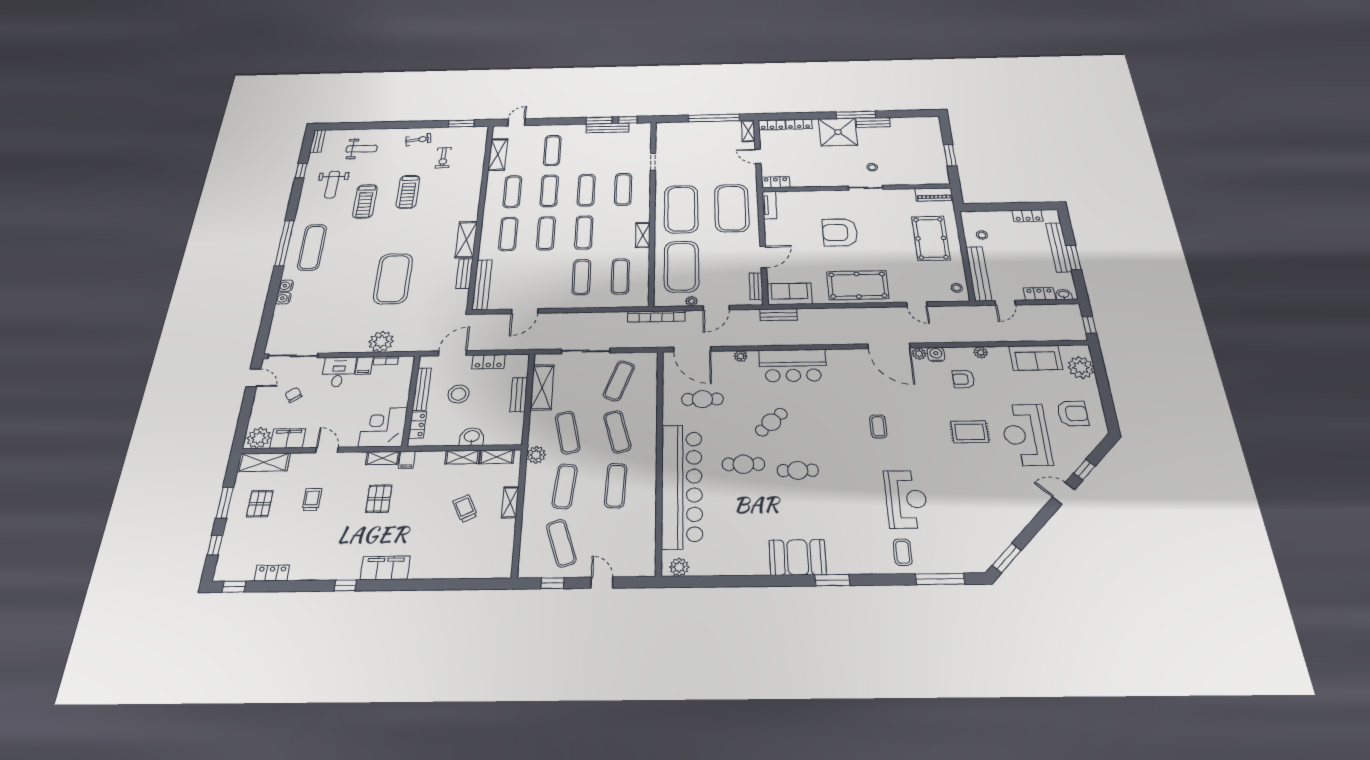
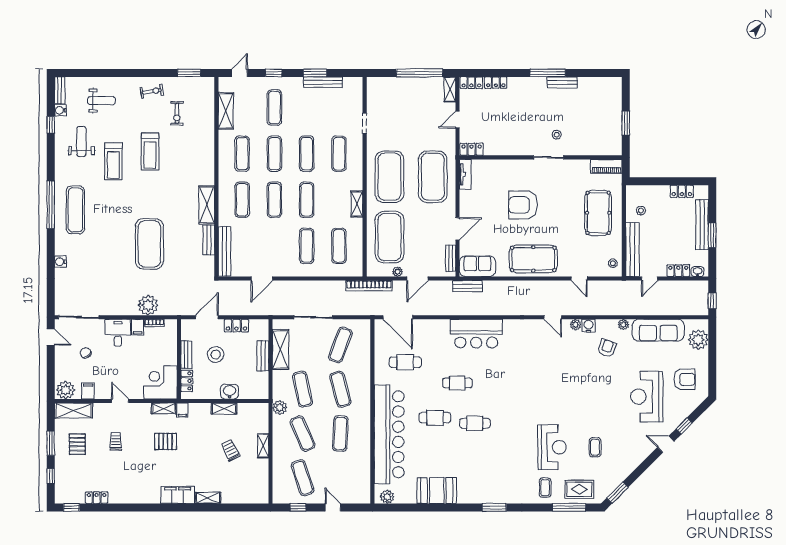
window: (628, 120) -> (274, 73), moved
shower: (838, 132) -> (530, 93), removed
door: (758, 156) -> (458, 120), hinge flipped
weight bench: (332, 185) -> (81, 141), turned 180
water cooler: (286, 286) -> (60, 110), moved
door: (889, 346) -> (553, 317), width x0.53
plant: (741, 356) -> (436, 324), removed
sofa: (1036, 358) -> (658, 330), width x1.36
armchair: (963, 379) -> (607, 348), turned 110
bench: (422, 389) -> (186, 355), width x0.73
cafe table: (771, 422) -> (457, 383), turned 43
coffee table: (878, 426) -> (595, 447), moved
rug: (970, 432) -> (579, 489), moved
filing cabinet: (288, 438) -> (88, 391), width x0.50
shelving: (497, 457) -> (208, 498), moved
exercise mat: (565, 486) -> (303, 434), turned -30
pallet: (379, 499) -> (166, 441), turned 90
booth: (798, 557) -> (437, 490), moved
window: (345, 585) -> (151, 507), removed

